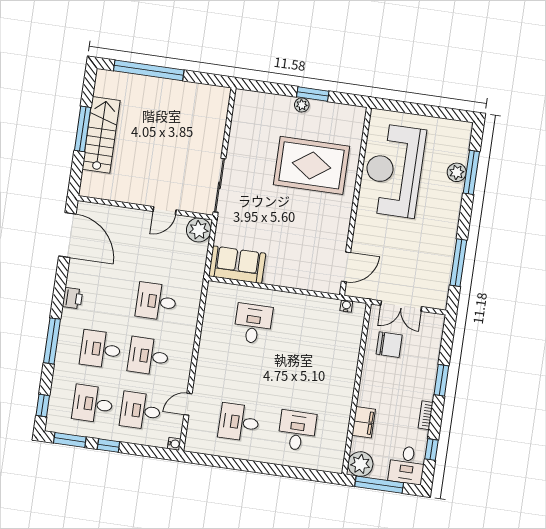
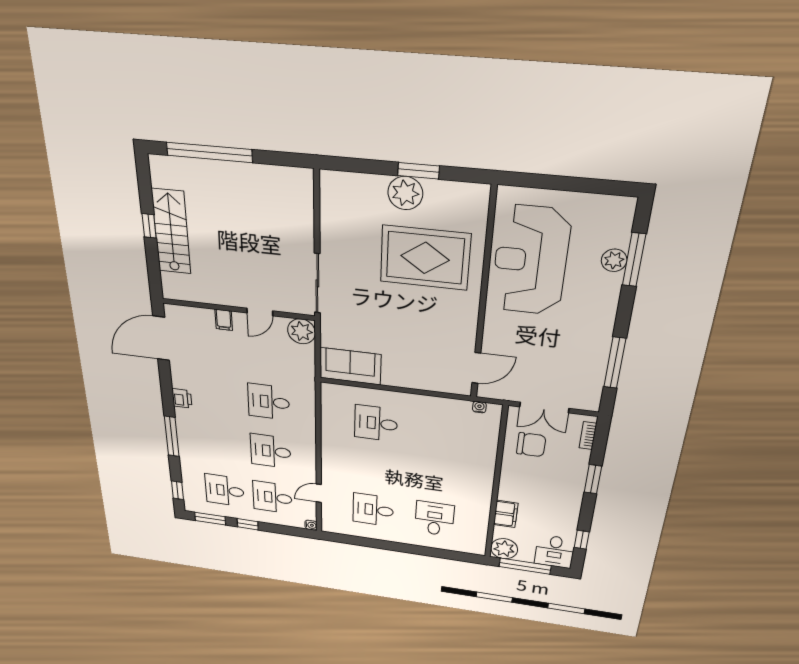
plant: (302, 105) -> (405, 193), width x1.88, depth x1.88
window: (83, 129) -> (149, 226), width x0.46
filing cabinet: (130, 218) -> (224, 320), added
door: (67, 235) -> (161, 338), swing flipped
desk: (253, 324) -> (376, 423), turned -90
desk: (101, 349) -> (221, 444), removed
bookcase: (426, 415) -> (588, 436), moved

